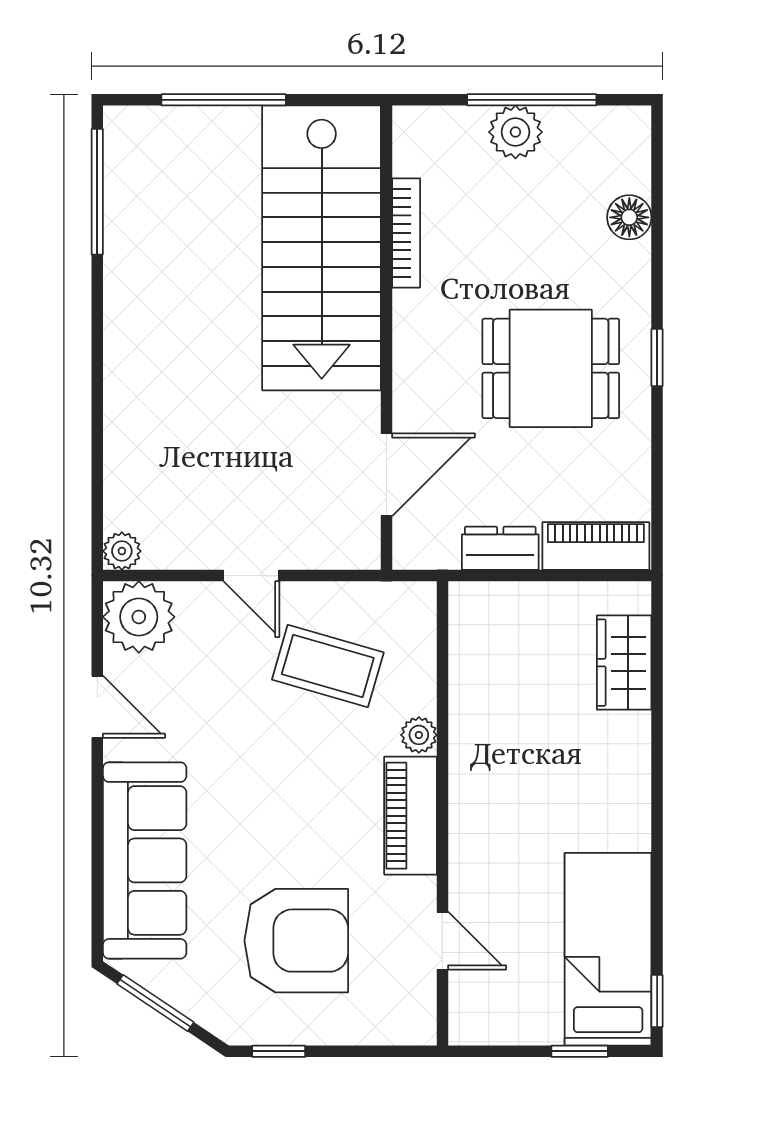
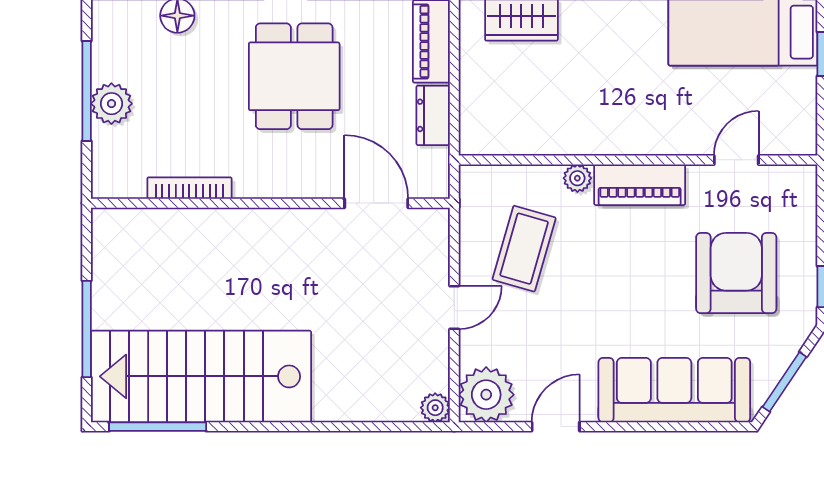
stairs: (322, 248) -> (201, 376), moved, turned 180

